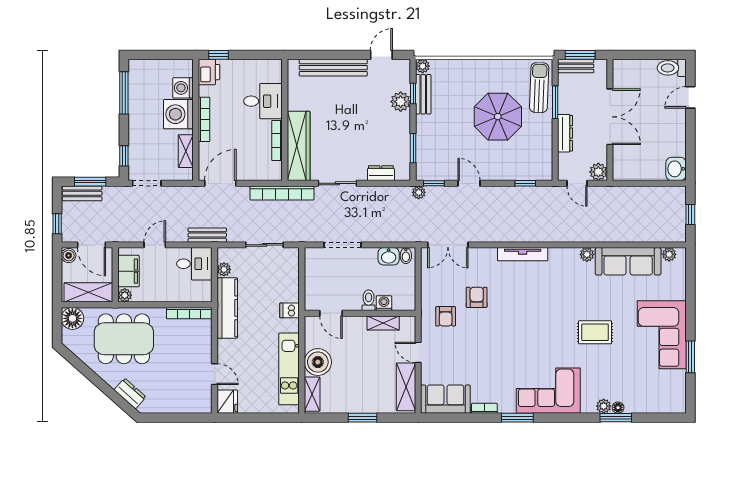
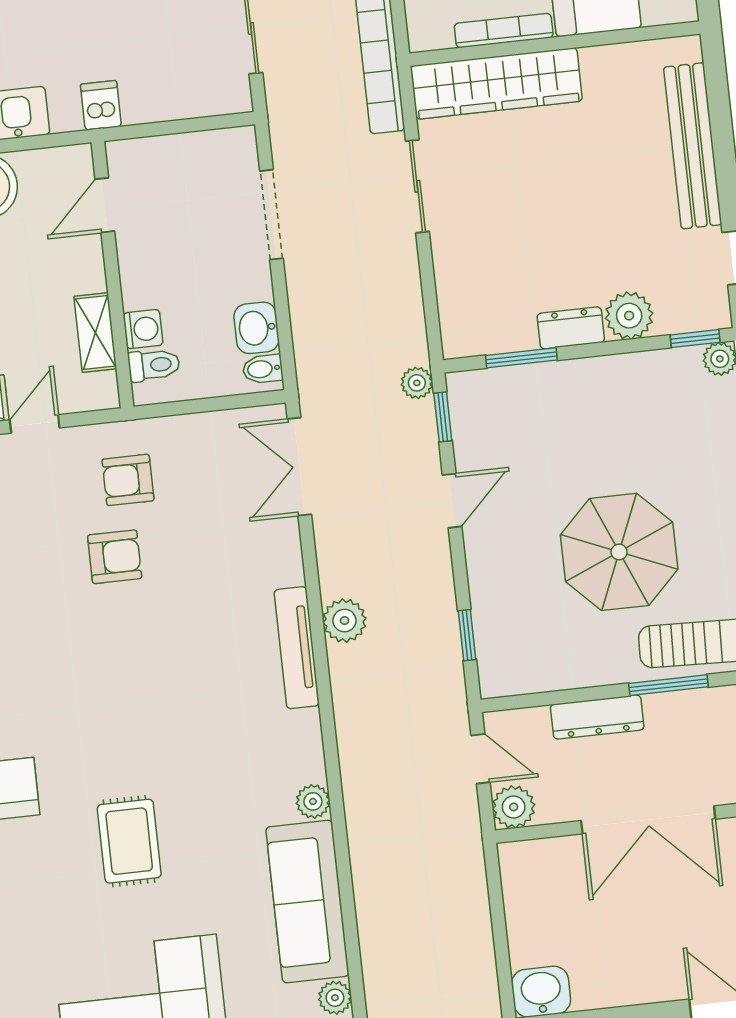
window: (413, 93) -> (695, 339), moved
bench: (423, 94) -> (653, 368), removed
dresser: (381, 173) -> (571, 328), moved, turned -90
door: (577, 183) -> (481, 759), swing flipped
plant: (514, 233) -> (344, 621), added
armchair: (477, 297) -> (115, 557), moved
toilet: (369, 300) -> (154, 365), moved

